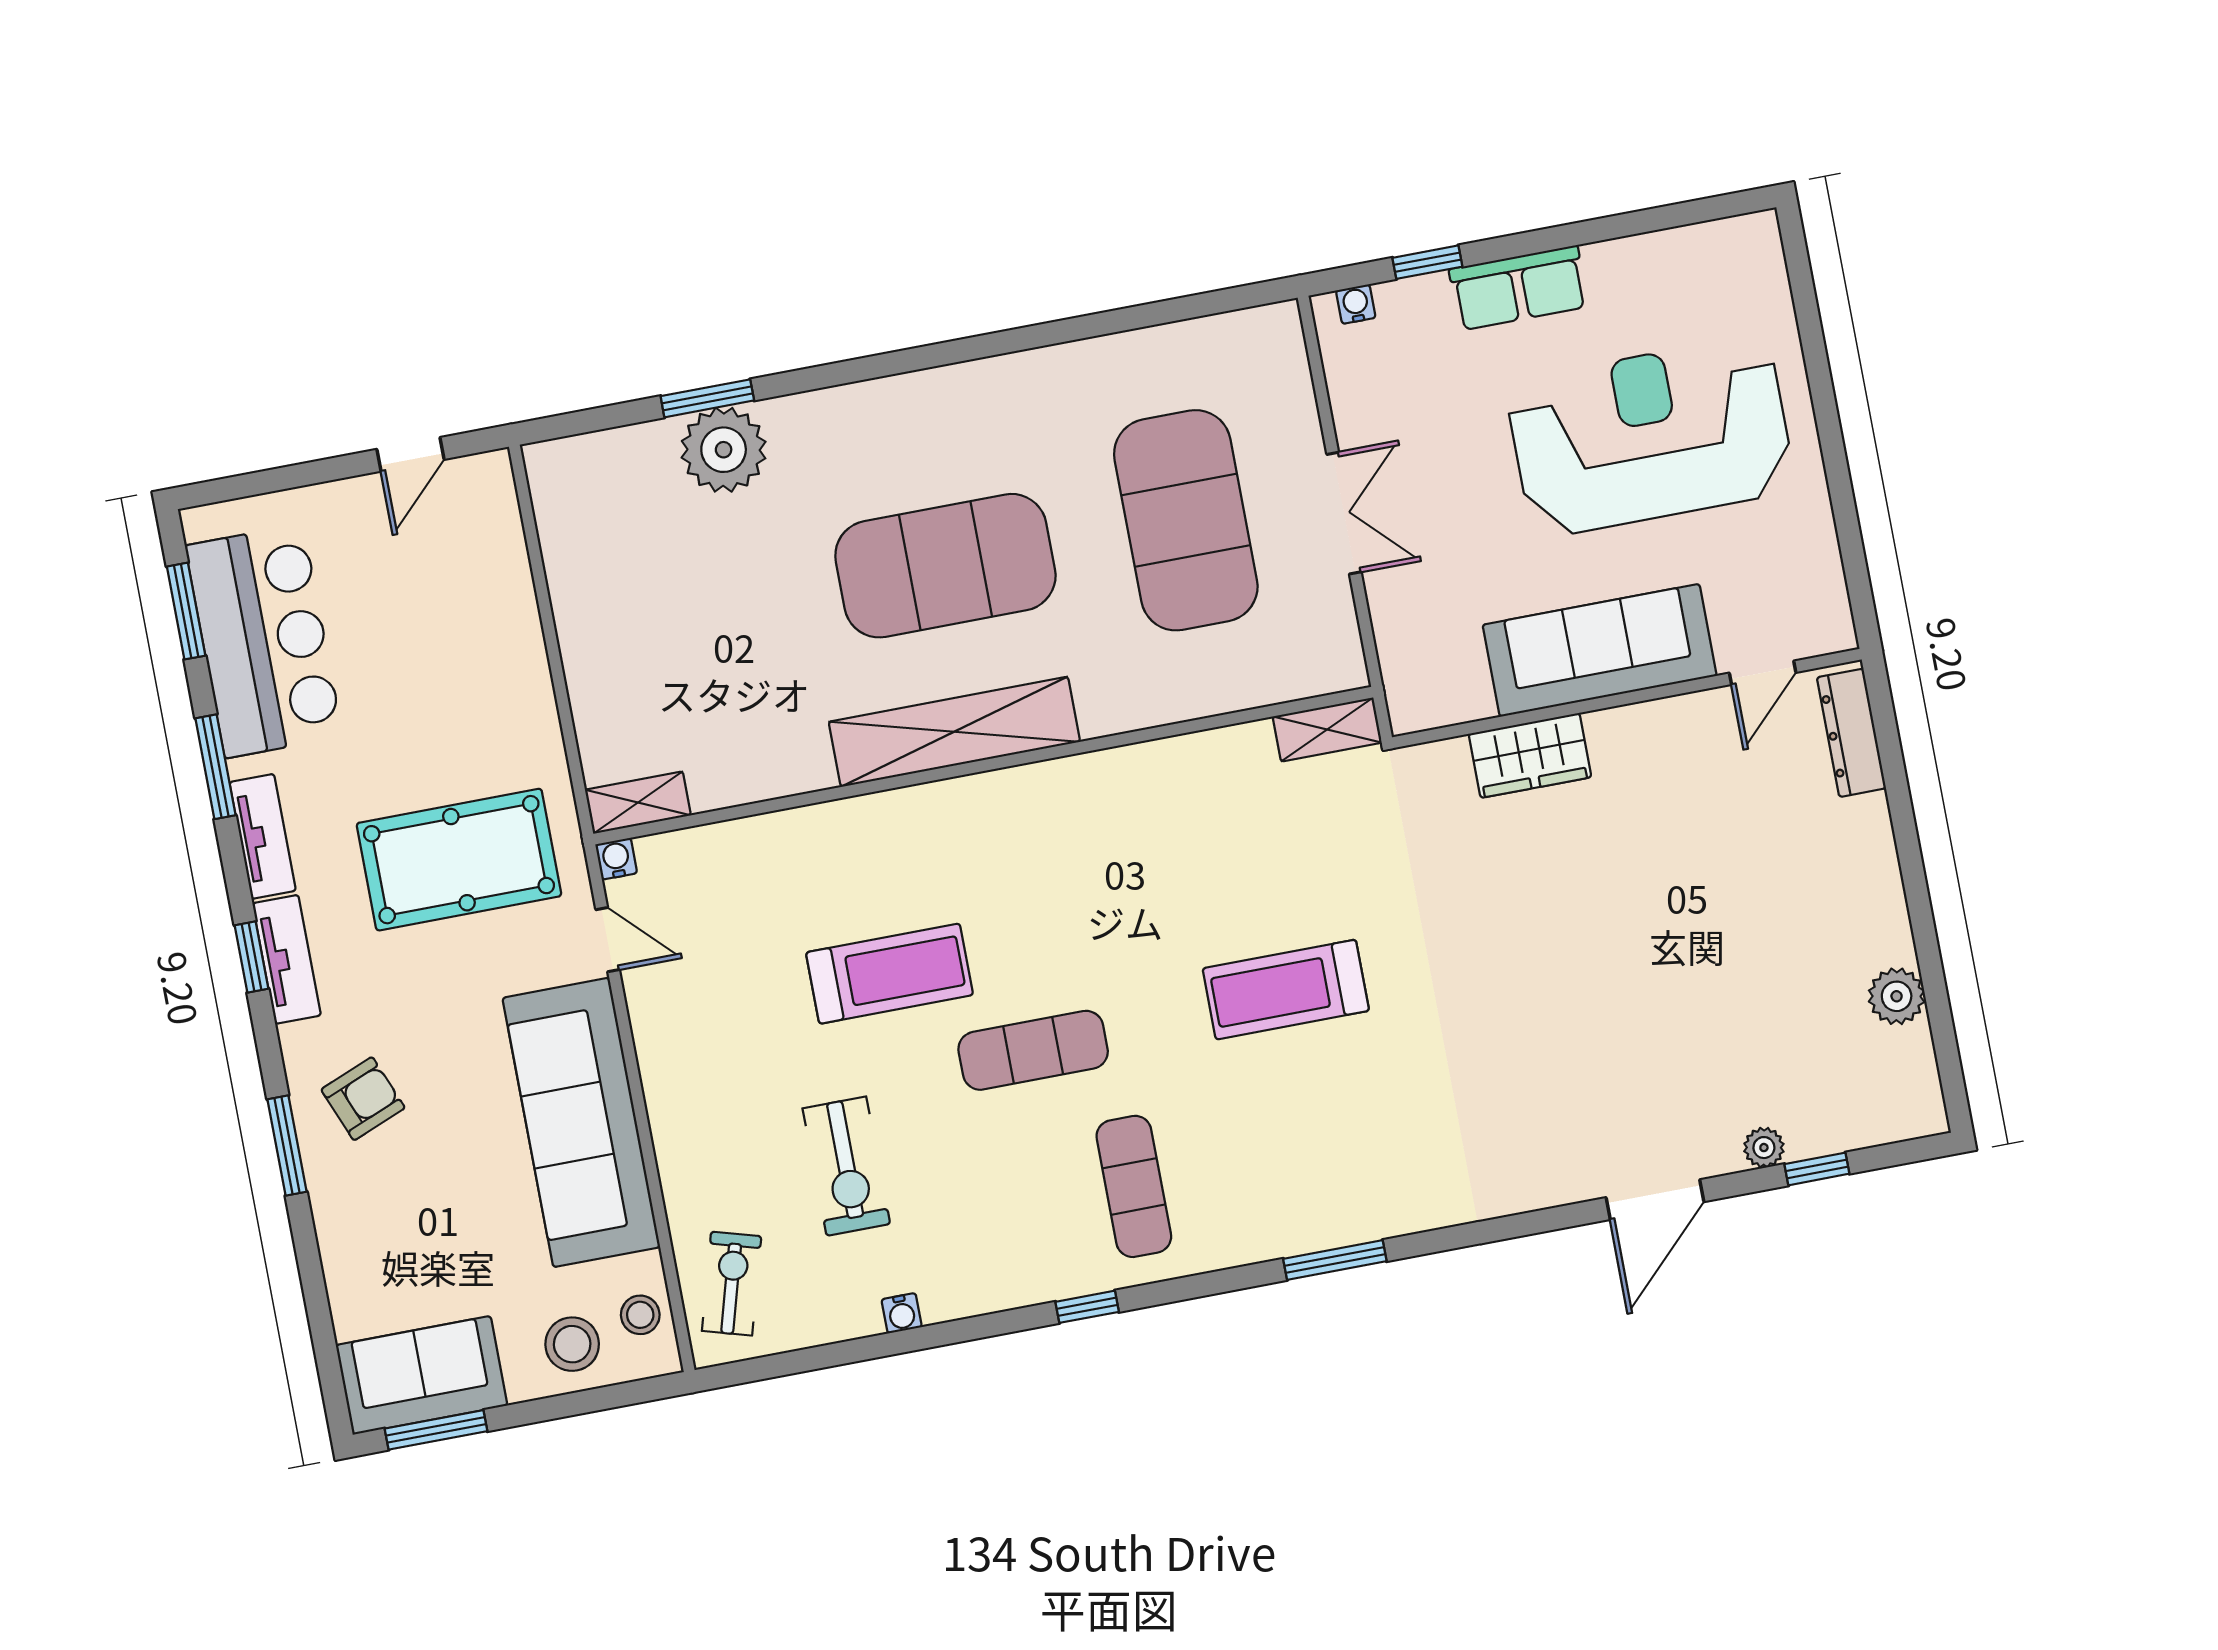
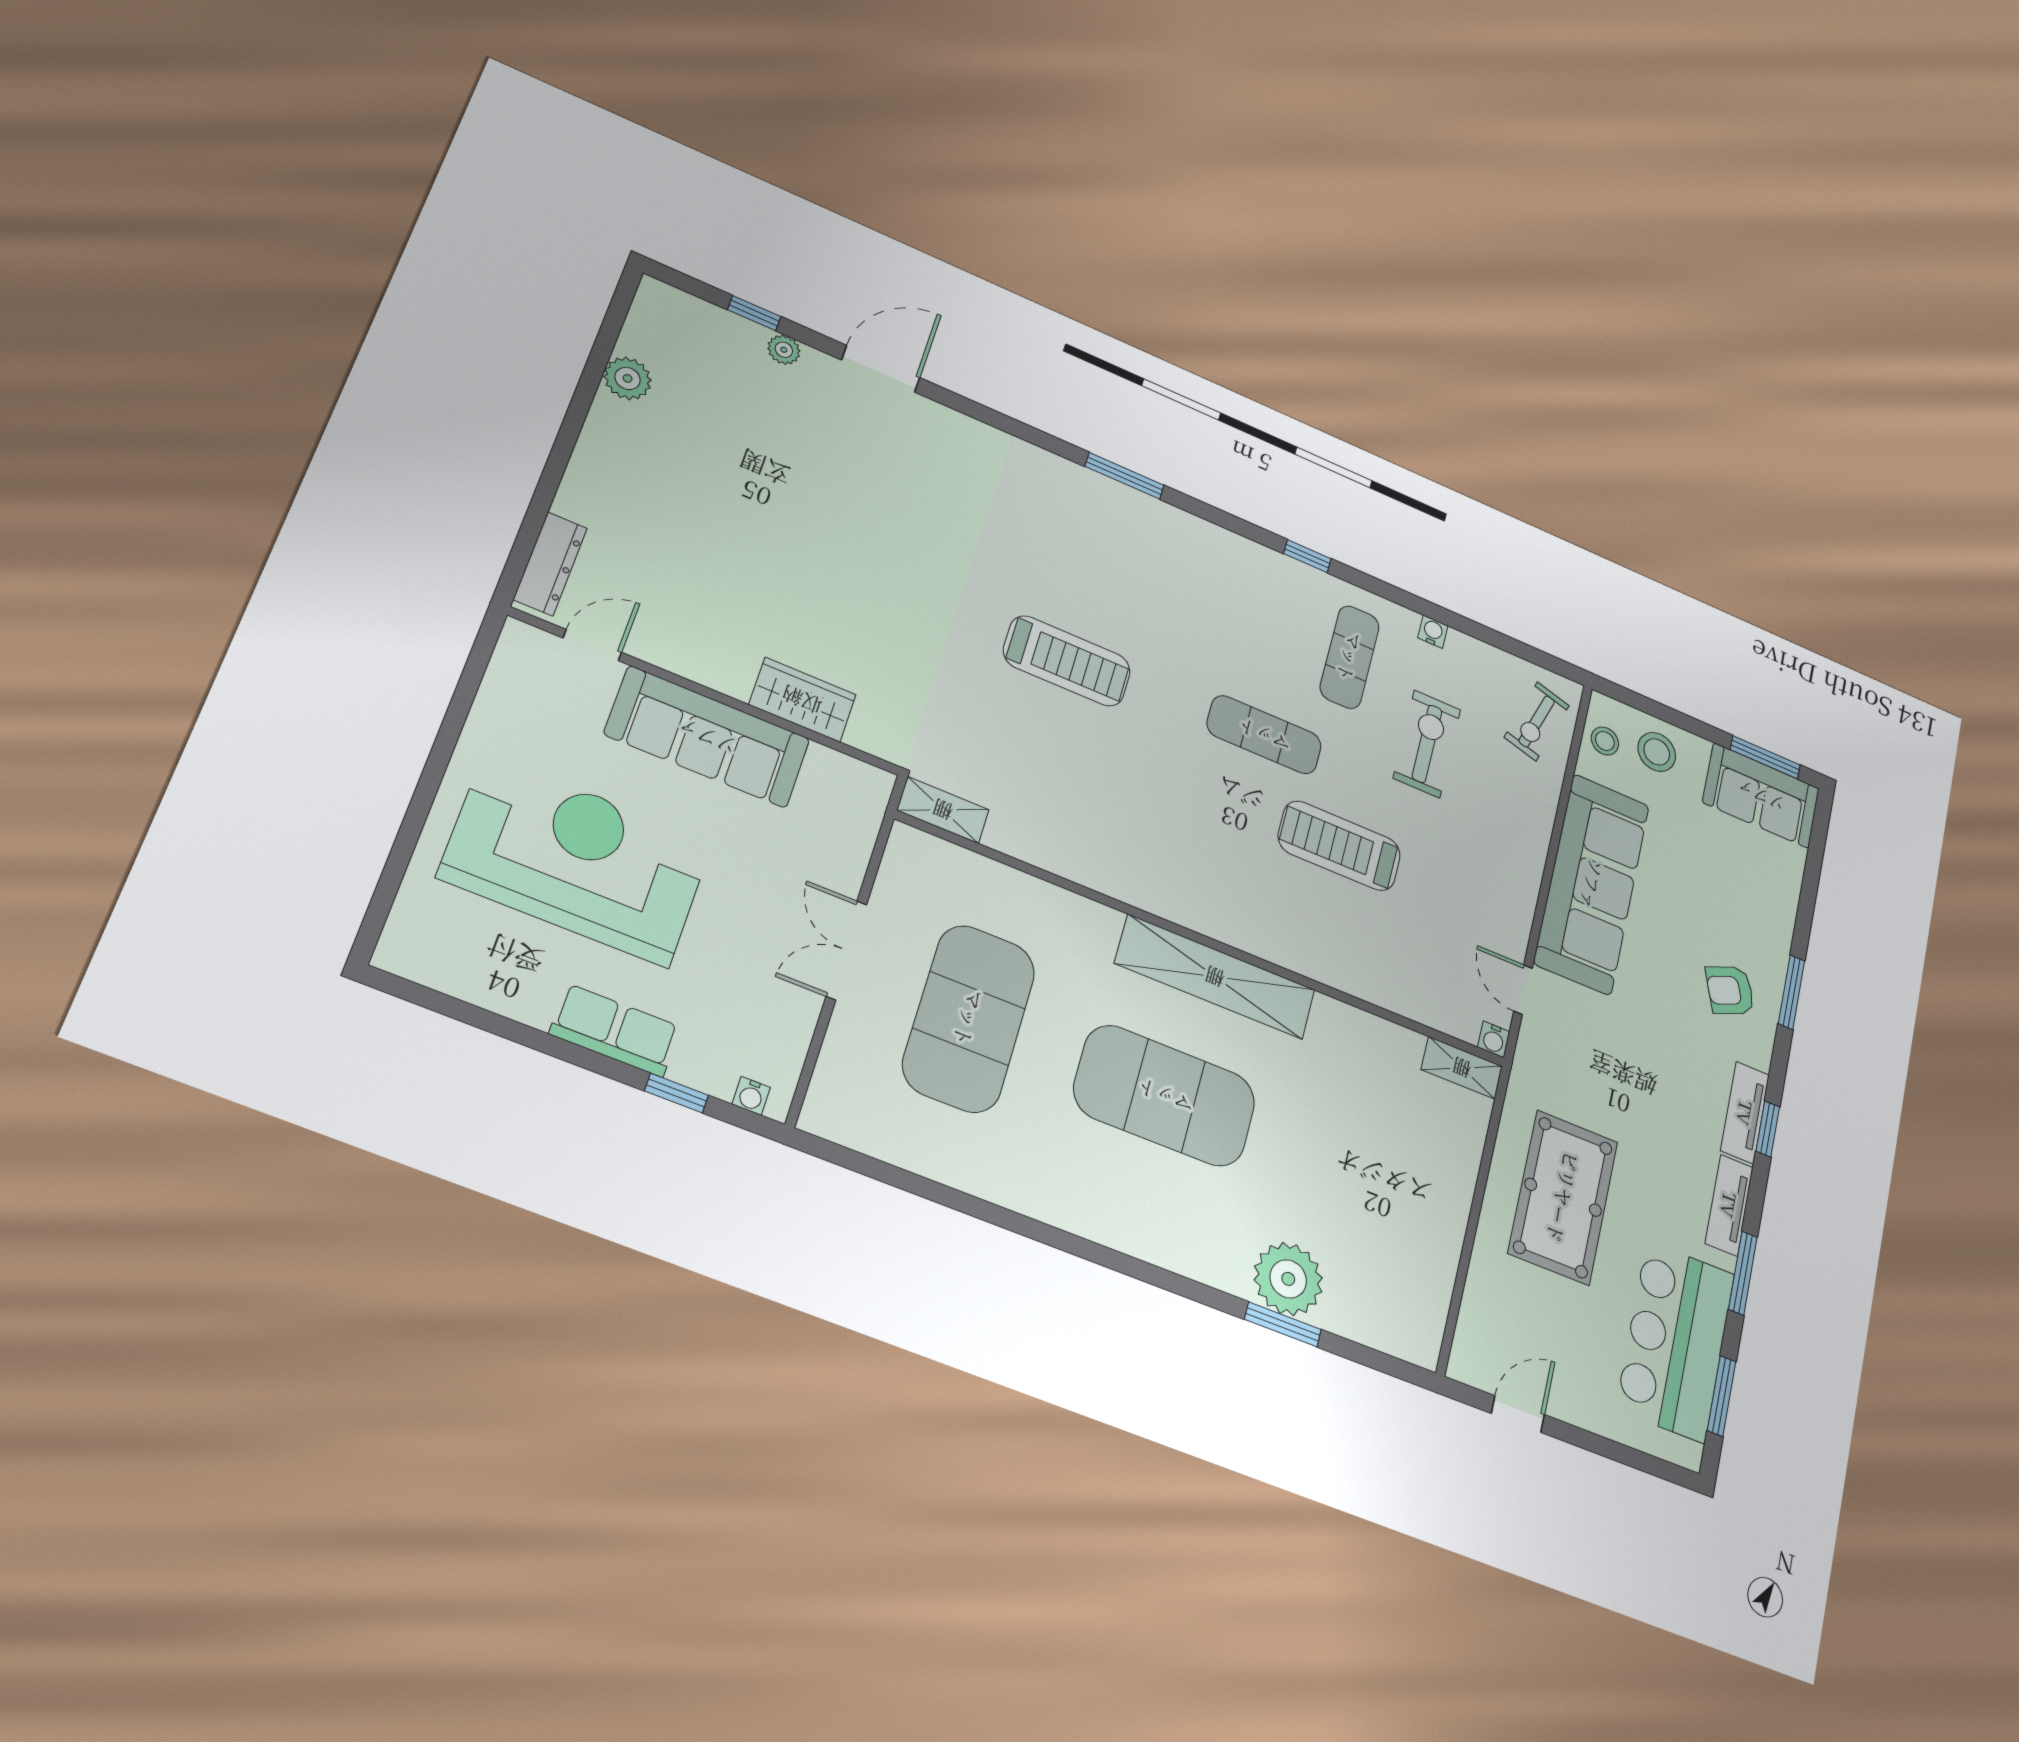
reception desk: (1650, 436) -> (576, 860), turned 180
pool table: (459, 860) -> (1563, 1197), moved, turned 90
exercise mat: (1134, 1186) -> (1350, 657), moved

